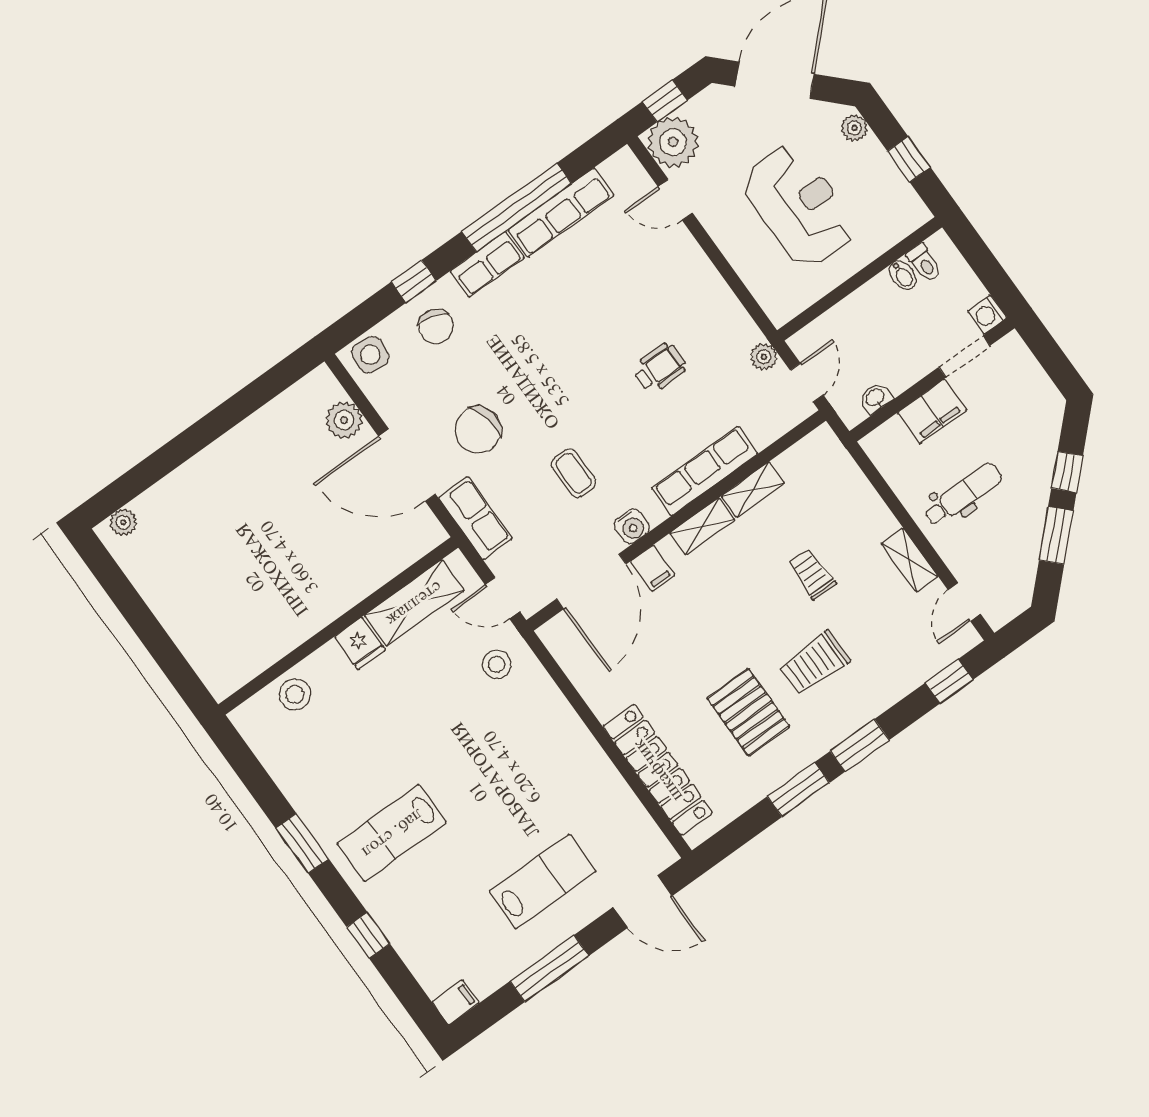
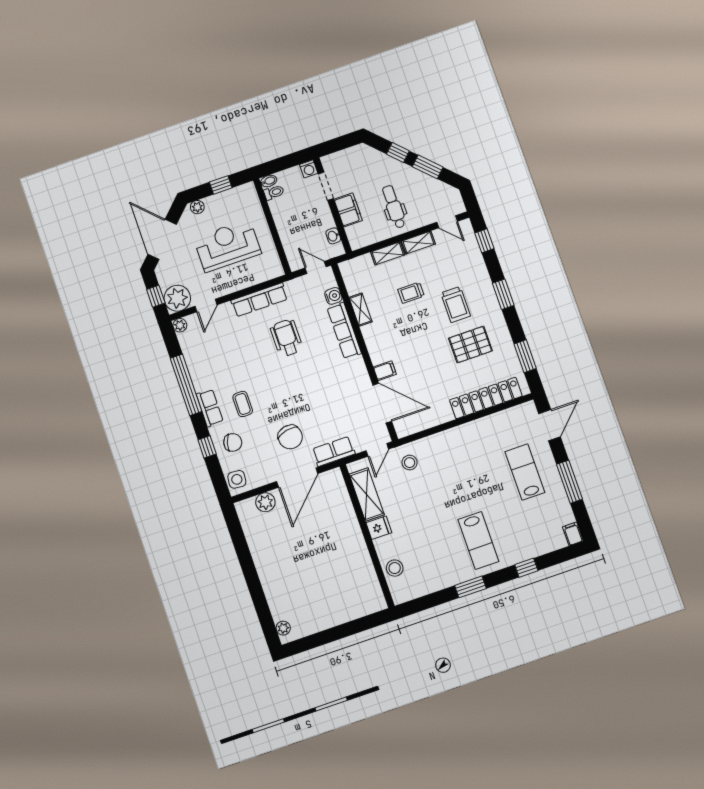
row of seats: (561, 213) -> (259, 300), moved, turned 90
bidet: (903, 275) -> (269, 181), moved
plant: (764, 357) -> (180, 325), moved
wheelchair: (660, 368) -> (286, 338), width x1.36, depth x1.37
coffee table: (574, 473) -> (243, 404), moved, turned 90
water cooler: (632, 526) -> (333, 296), moved
shelving: (702, 526) -> (388, 253), moved, turned 90
window: (798, 790) -> (525, 356), moved

